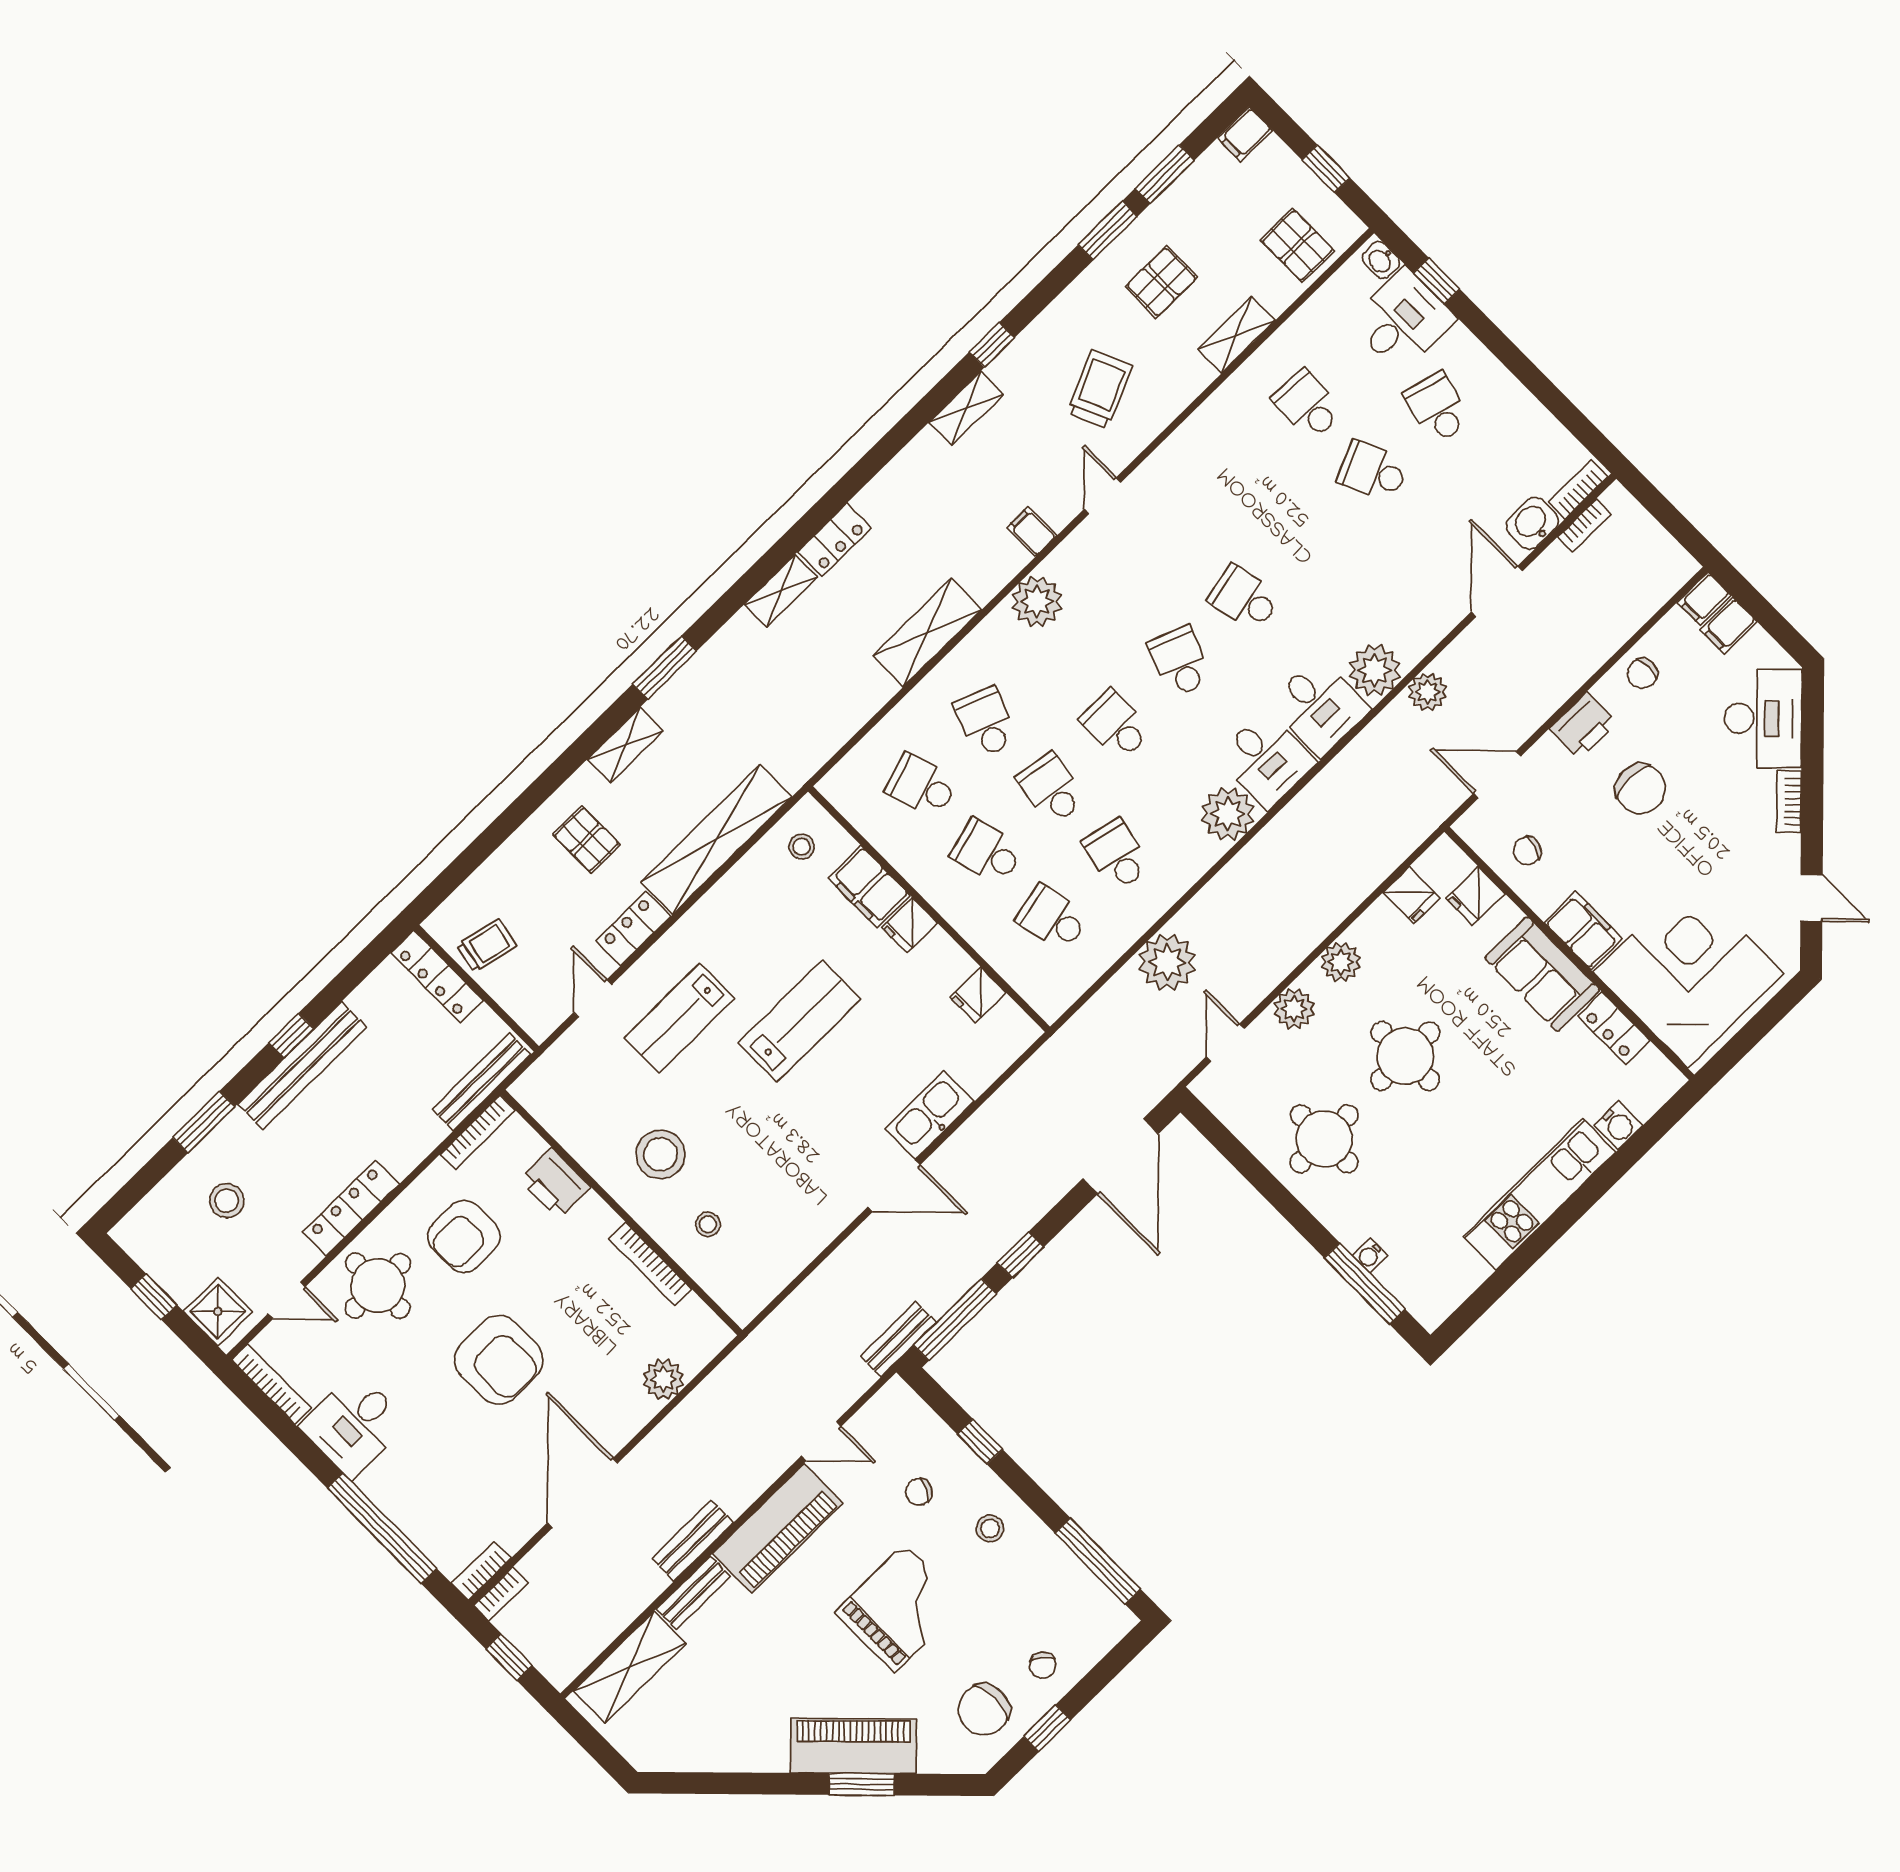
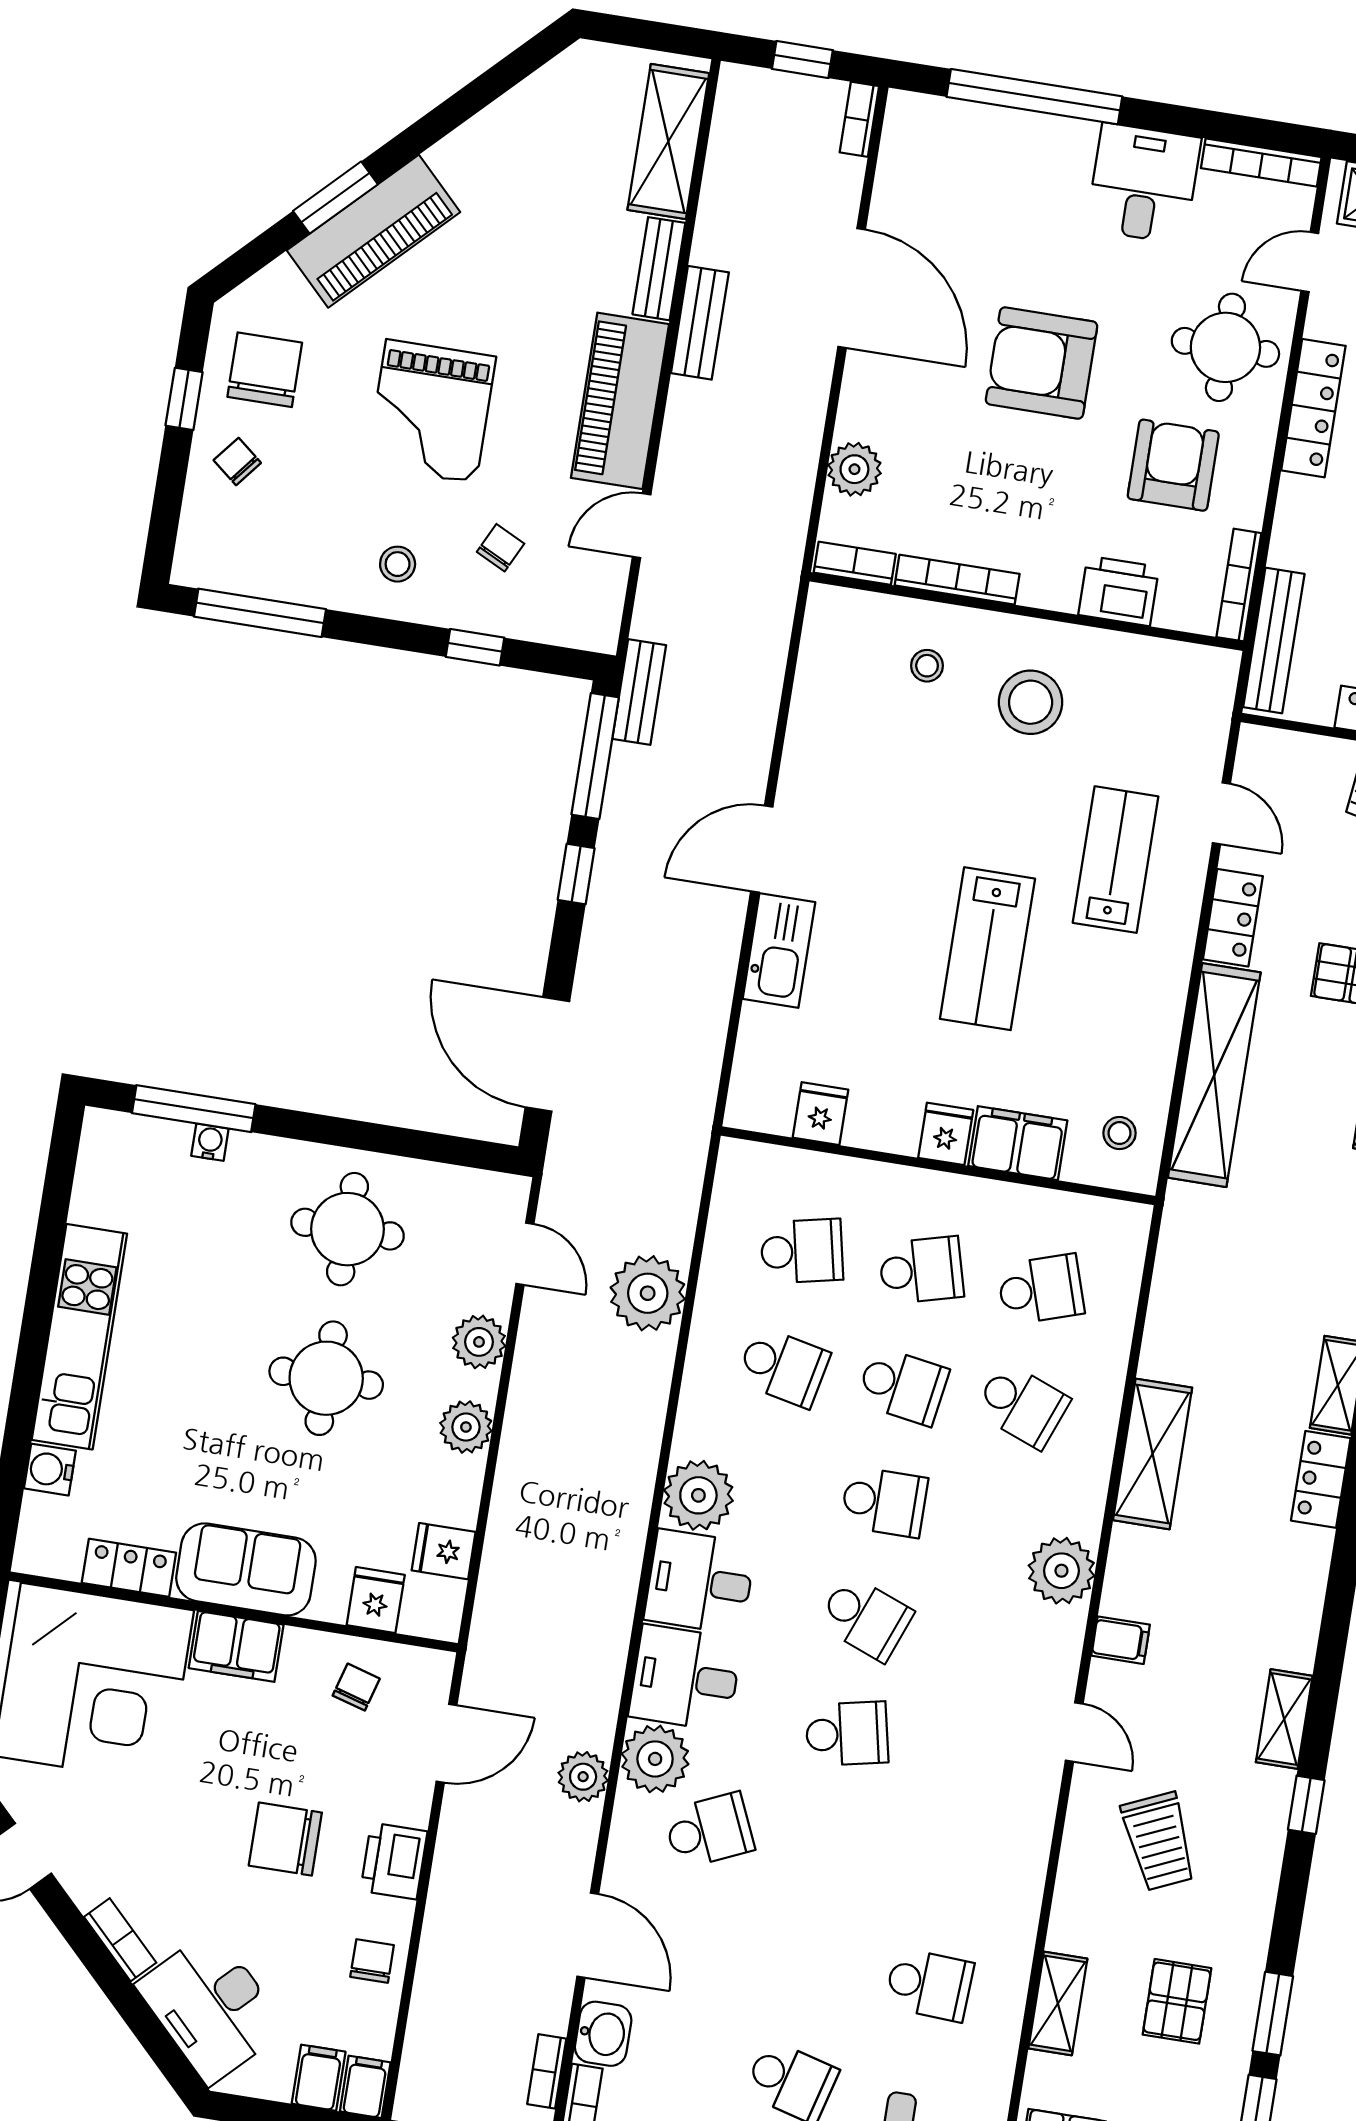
school desk: (1373, 471) -> (709, 1831), moved
bookcase: (481, 1571) -> (855, 563), moved, turned -90

